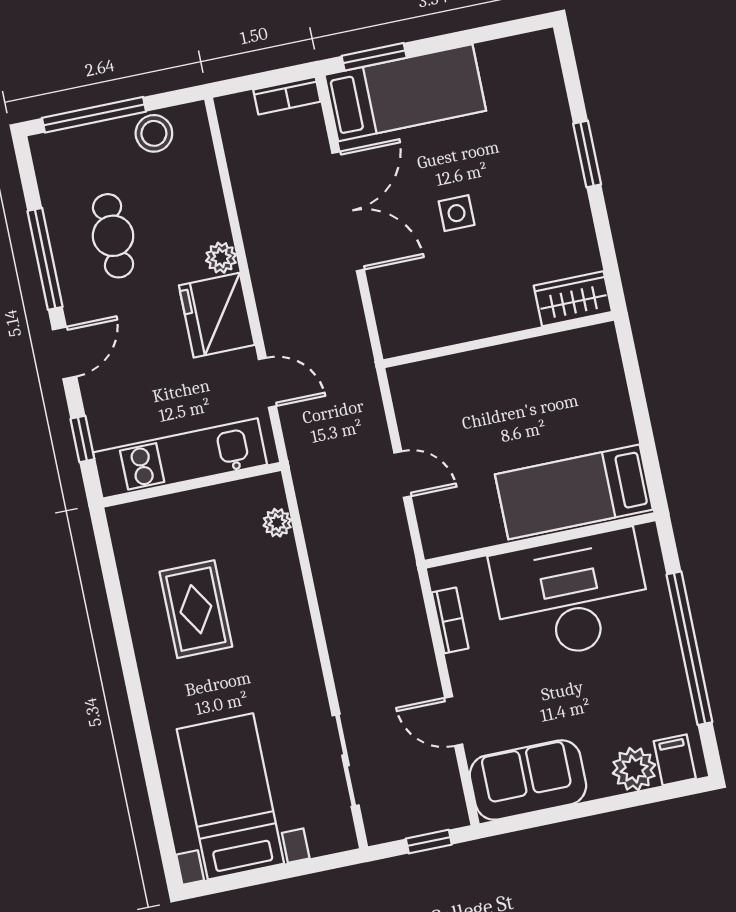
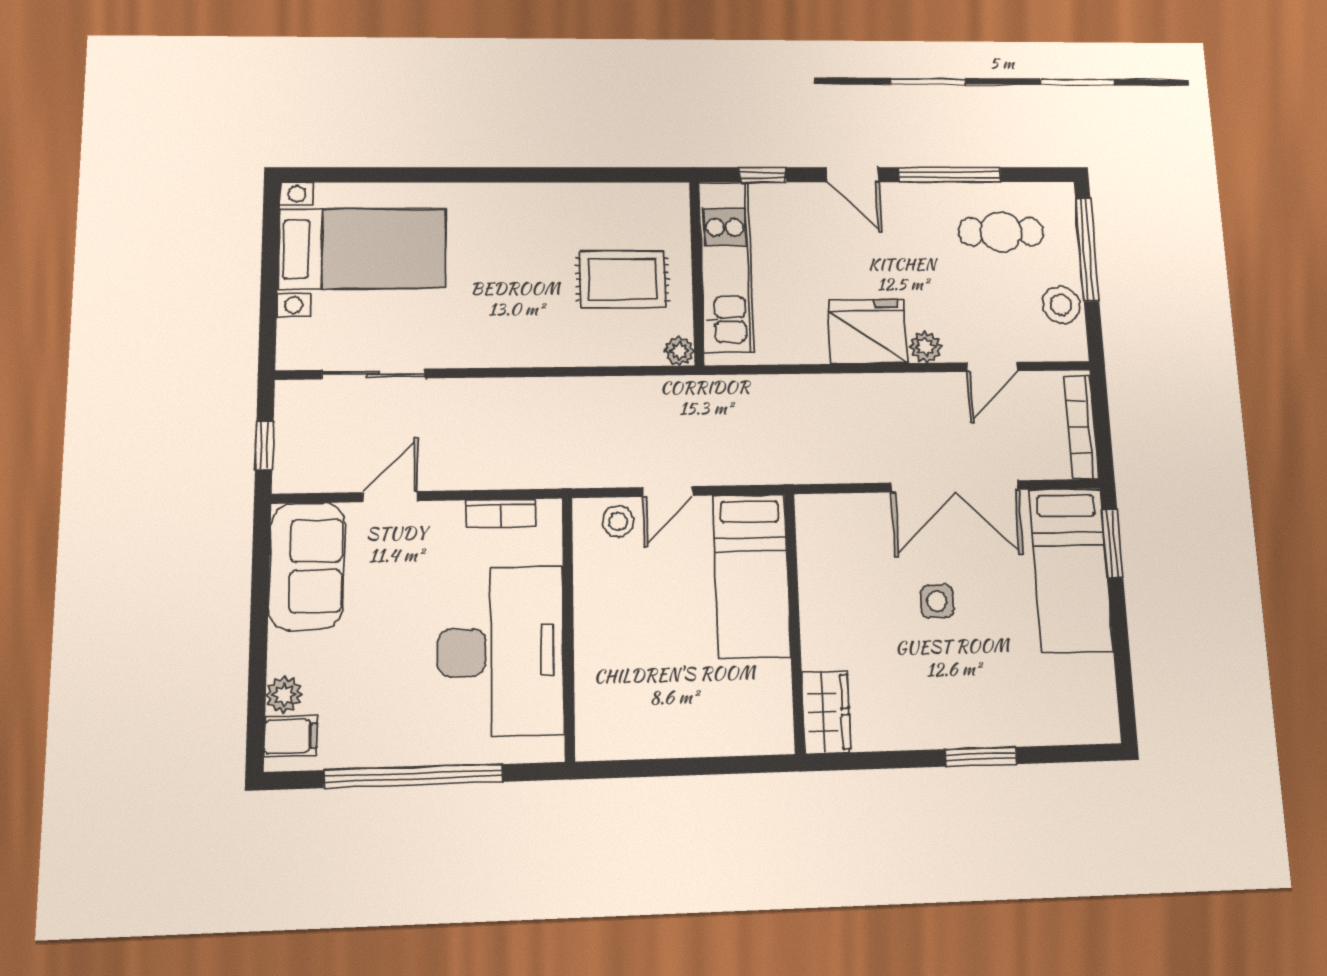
bookcase: (287, 96) -> (1081, 427), width x1.56
cafe table: (113, 236) -> (1001, 232), moved
door: (267, 383) -> (992, 367), moved
bed: (574, 492) -> (751, 575), moved, turned 180
stool: (438, 514) -> (618, 521), added
plant: (277, 523) -> (679, 351), moved
rug: (196, 609) -> (622, 279), moved
plant: (634, 769) -> (284, 695), width x0.73, depth x0.73

